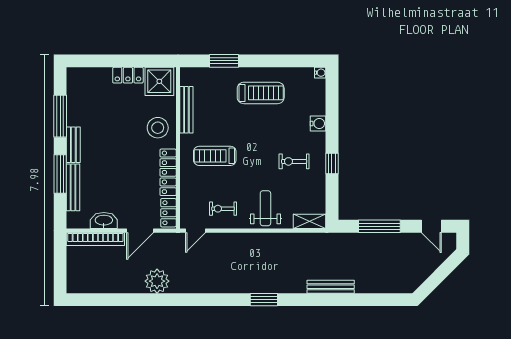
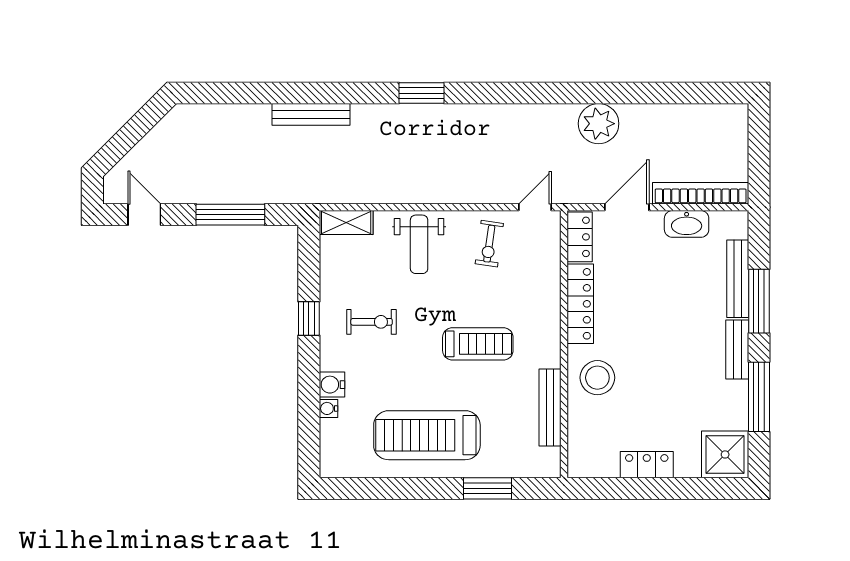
water cooler: (320, 73) -> (328, 408), moved
shower: (159, 81) -> (725, 454), moved
treadmill: (261, 93) -> (427, 435), width x1.37, depth x1.38
treadmill: (215, 156) -> (478, 344), moved
exercise bike: (223, 209) -> (489, 244), turned 98

